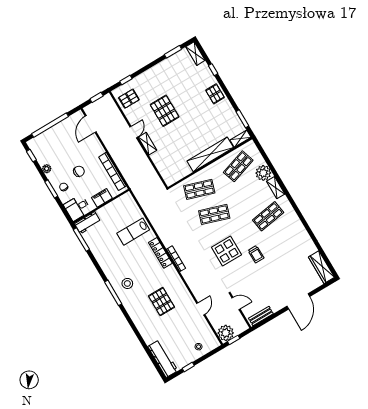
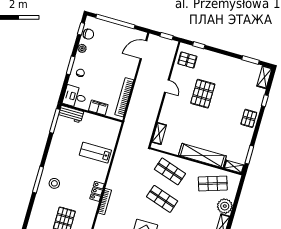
door: (134, 132) -> (167, 86), hinge flipped
shelving: (147, 144) -> (159, 134), moved
chair: (79, 171) -> (88, 34), moved
locker: (160, 253) -> (97, 191), width x0.66

